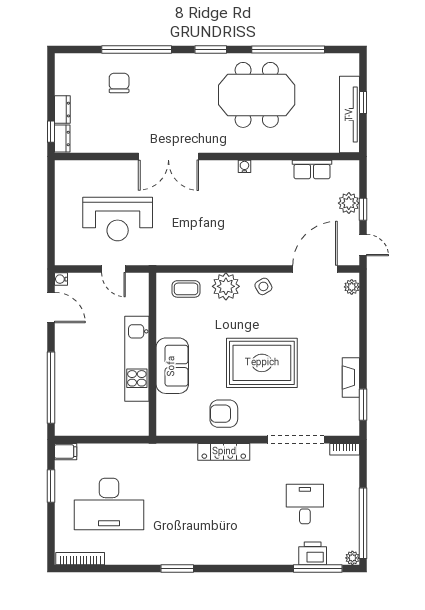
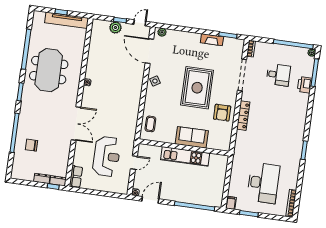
row of seats: (312, 170) -> (76, 177), moved
plant: (226, 286) -> (152, 102), removed
desk: (305, 504) -> (278, 75), turned 180
printer: (313, 553) -> (305, 85), moved

